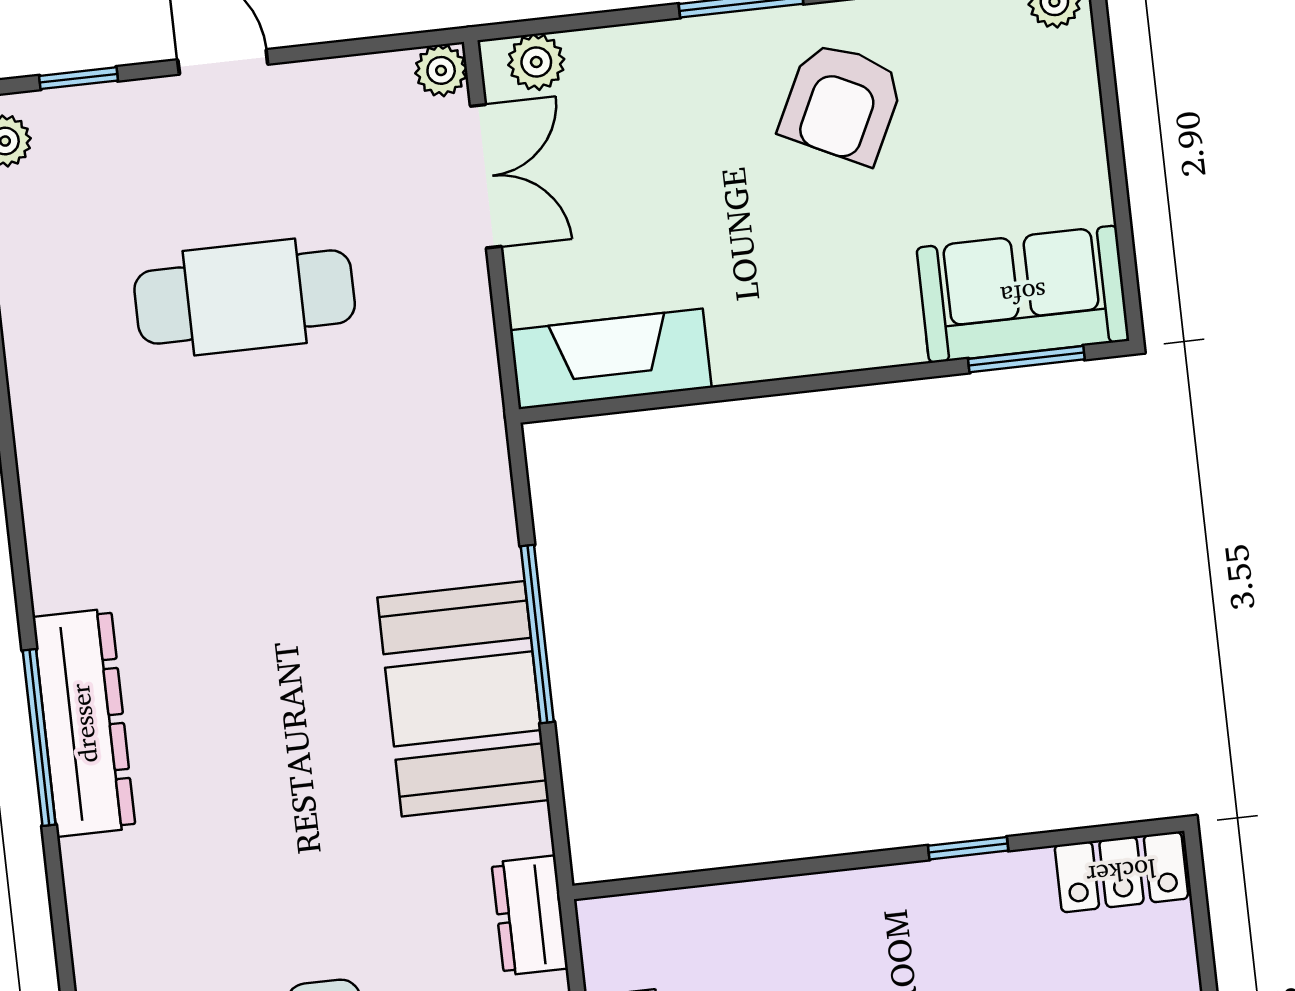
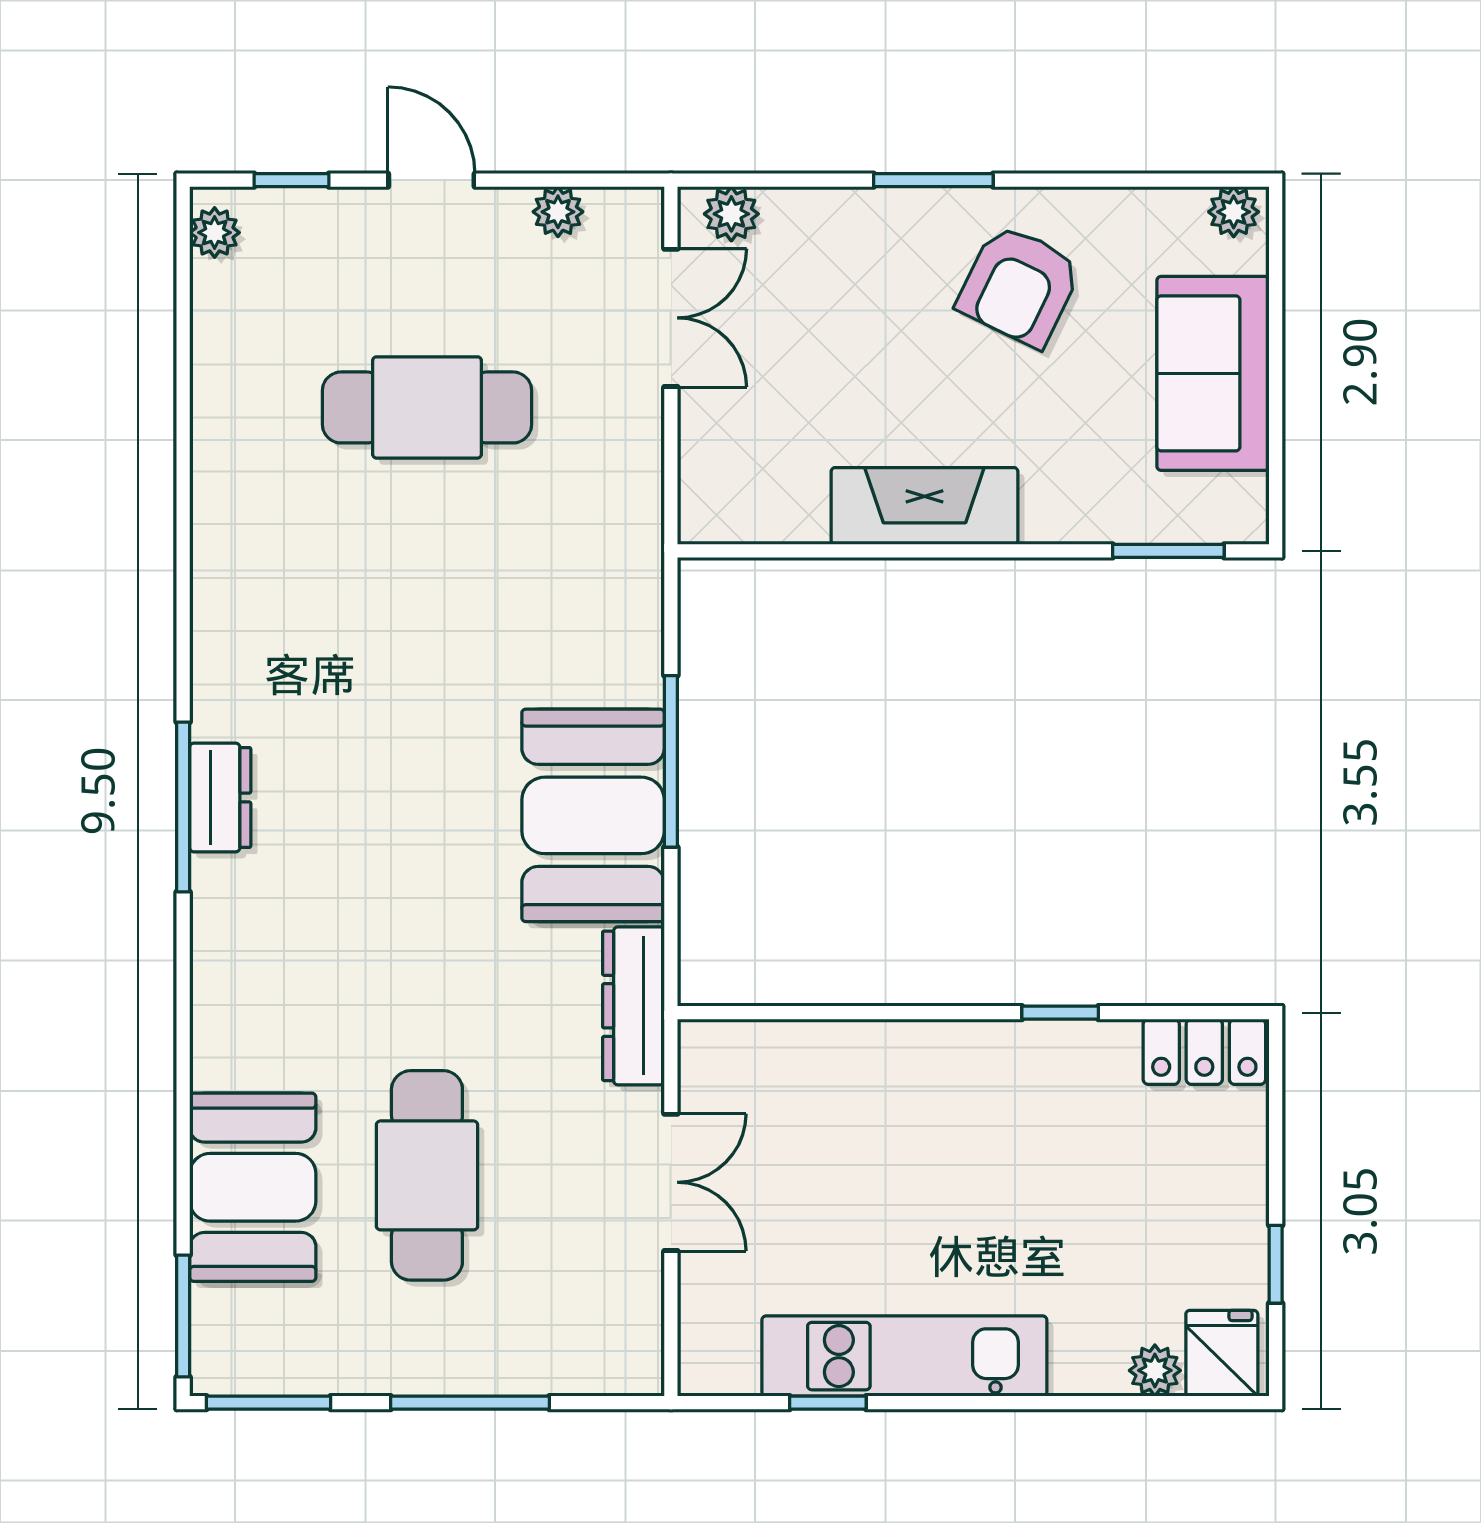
plant: (441, 70) -> (558, 212), moved
sofa: (1023, 294) -> (1213, 373), moved, turned -90
fireplace: (611, 359) -> (924, 506), moved
dresser: (84, 723) -> (220, 798), width x0.51, depth x0.80
dresser: (530, 915) -> (633, 1006), width x1.44

